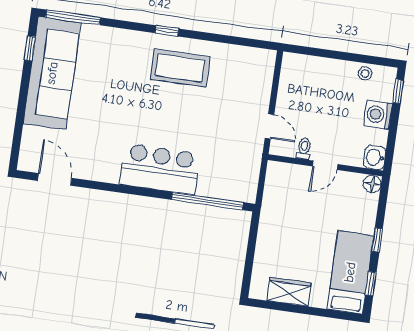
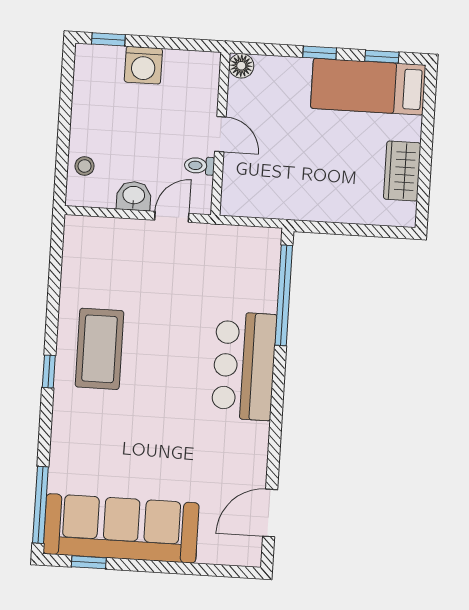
stool: (365, 74) -> (85, 166), moved
washbasin: (375, 157) -> (134, 196), moved, turned 180

